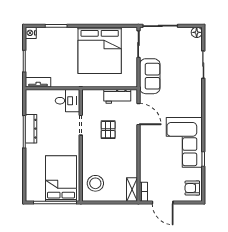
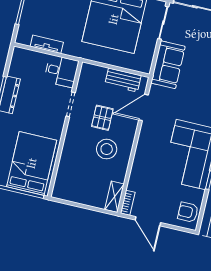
tv unit: (38, 82) -> (47, 44), moved
door: (138, 114) -> (144, 107), swing flipped
stool: (95, 183) -> (107, 149), moved

